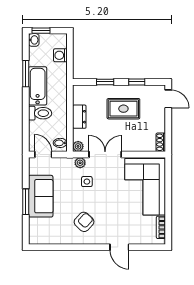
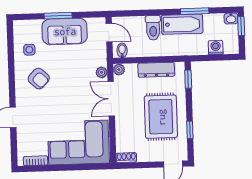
window: (105, 82) -> (188, 79), moved
rug: (123, 109) -> (161, 117), width x1.36, depth x1.43
dresser: (79, 117) -> (156, 70), width x1.44
door: (43, 155) -> (109, 33), hinge flipped
double door: (105, 155) -> (111, 99), swing flipped
side table: (87, 182) -> (29, 50), moved

